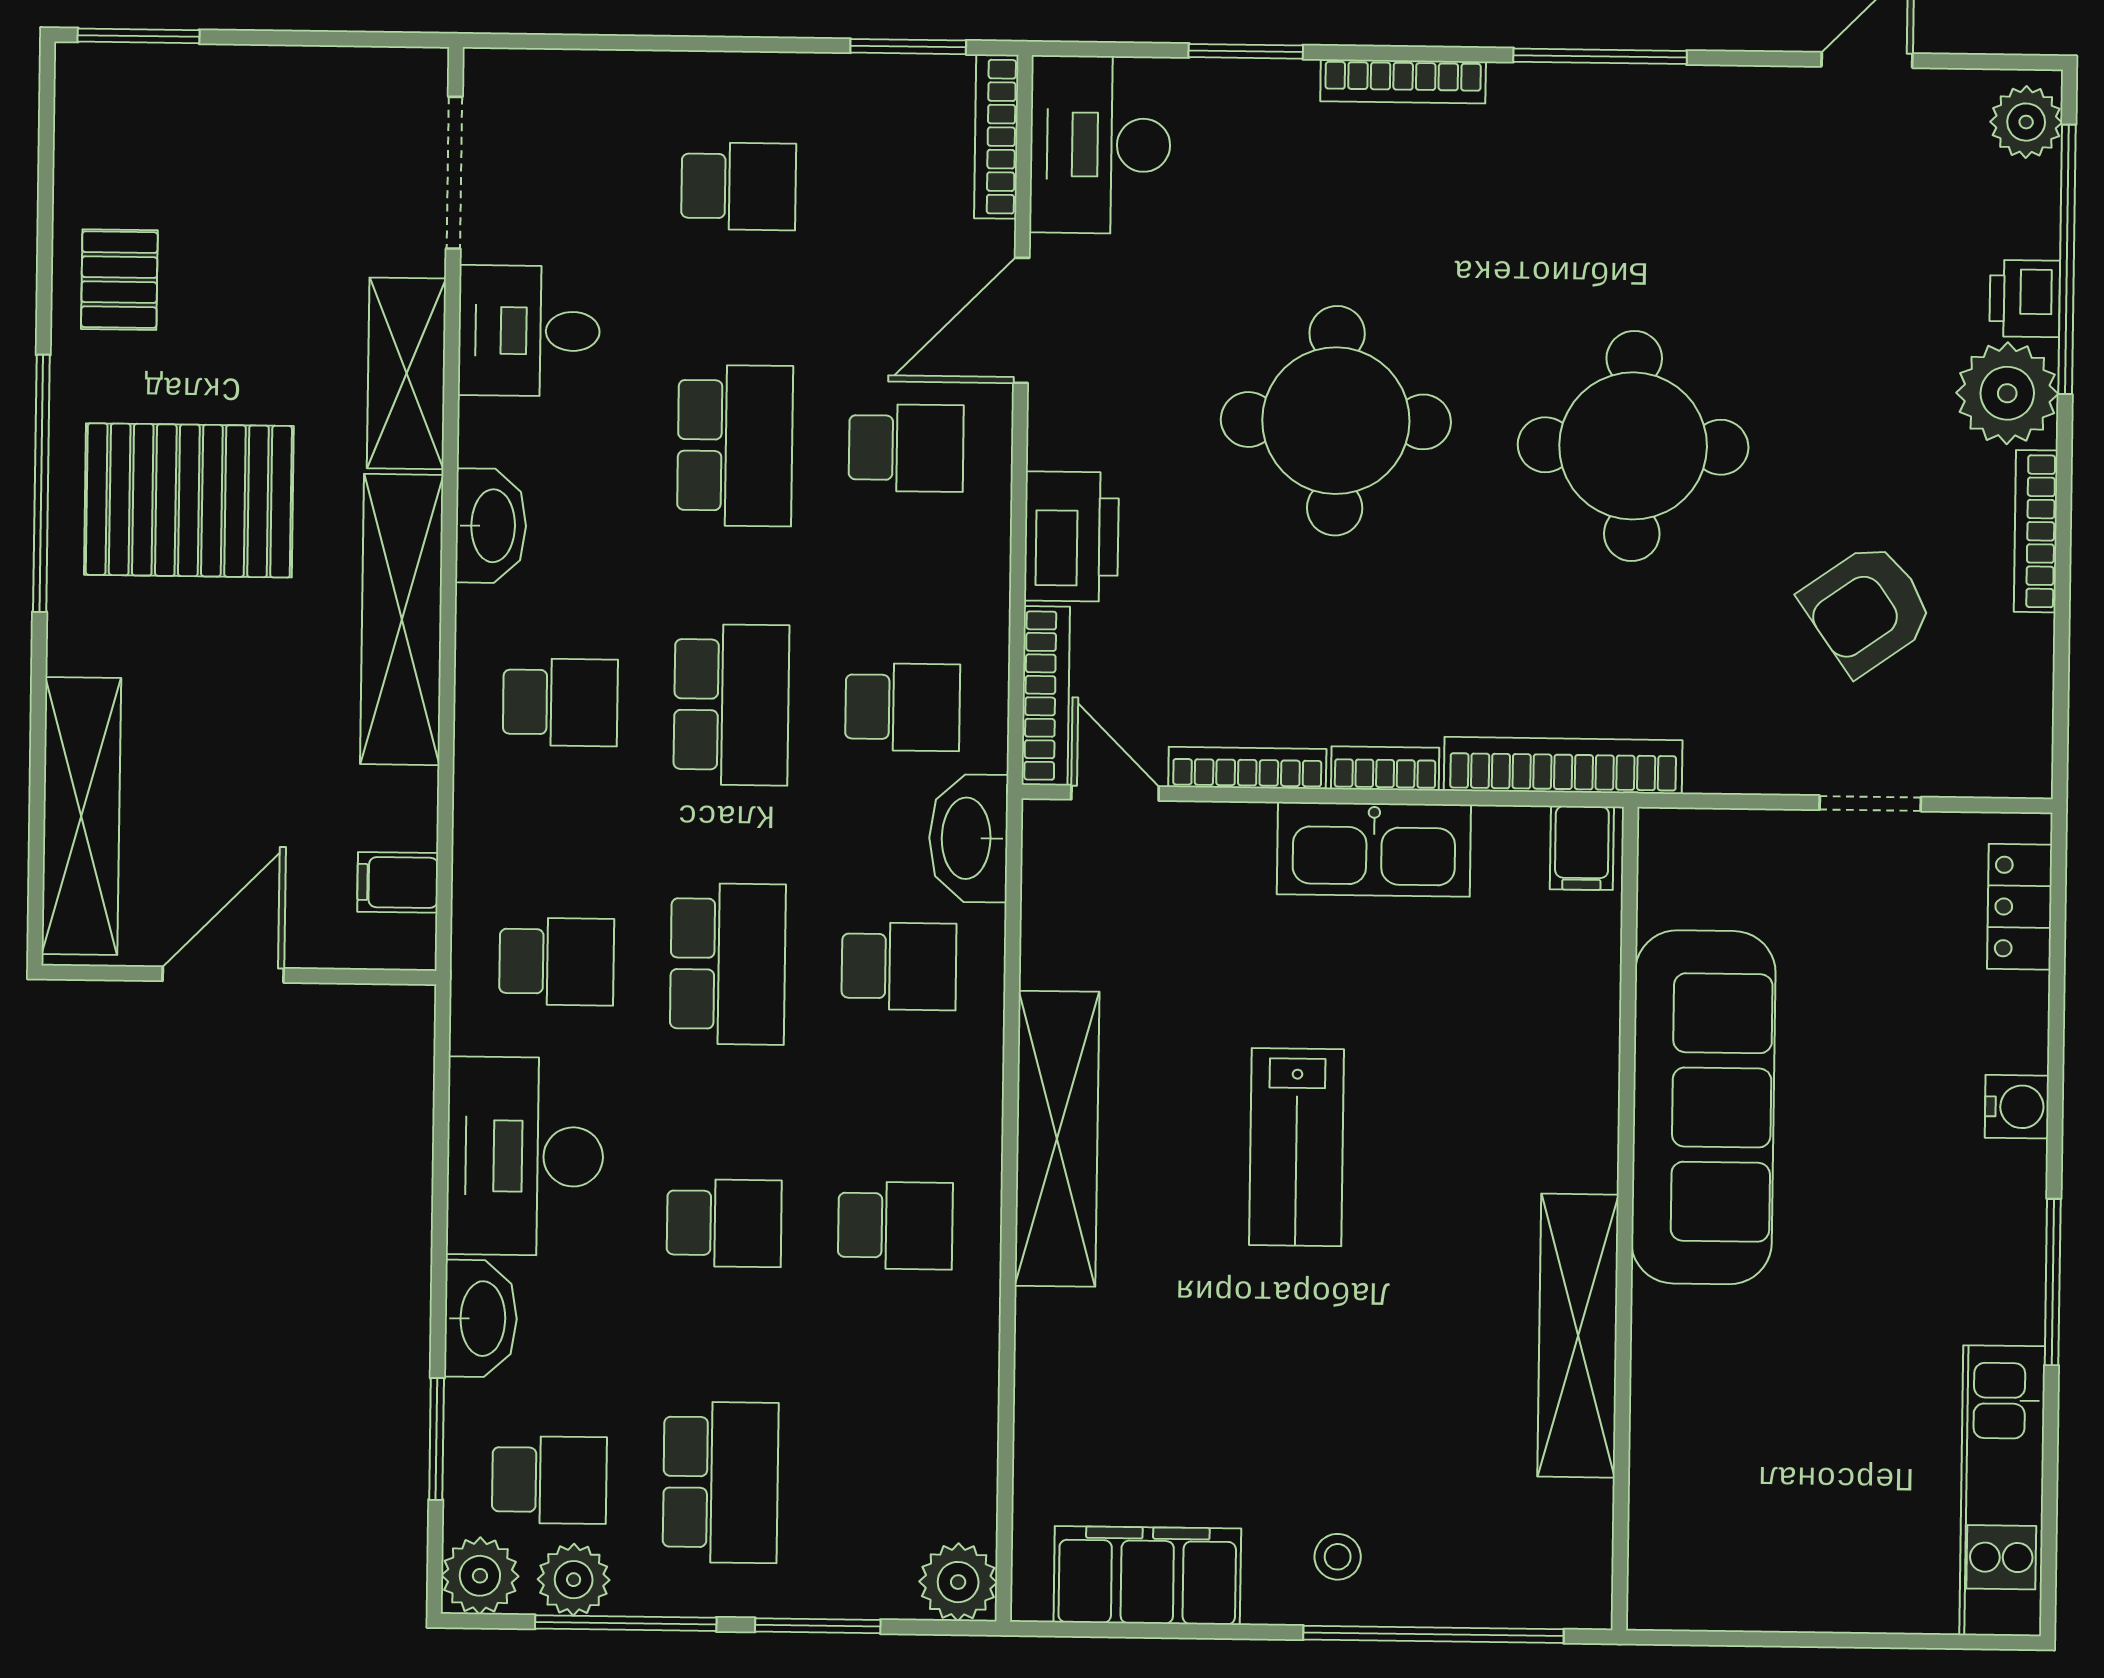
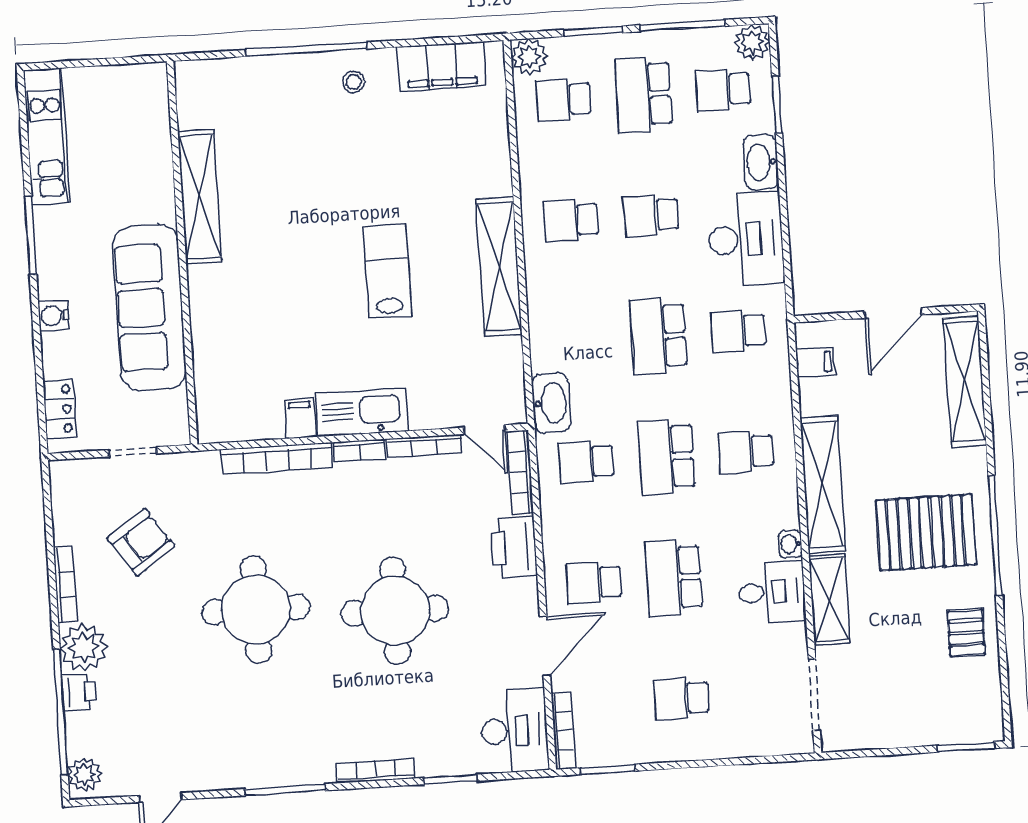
desk: (529, 331) -> (772, 592), moved
washbasin: (491, 526) -> (790, 544), width x0.52, depth x0.69
filing cabinet: (1582, 848) -> (300, 418), moved
school desk: (899, 966) -> (564, 100), moved
sofa: (1703, 1107) -> (149, 307), moved
wall: (1625, 1219) -> (182, 253), moved
shelving: (1578, 1336) -> (200, 197), moved
plant: (574, 1580) -> (708, 44), removed

